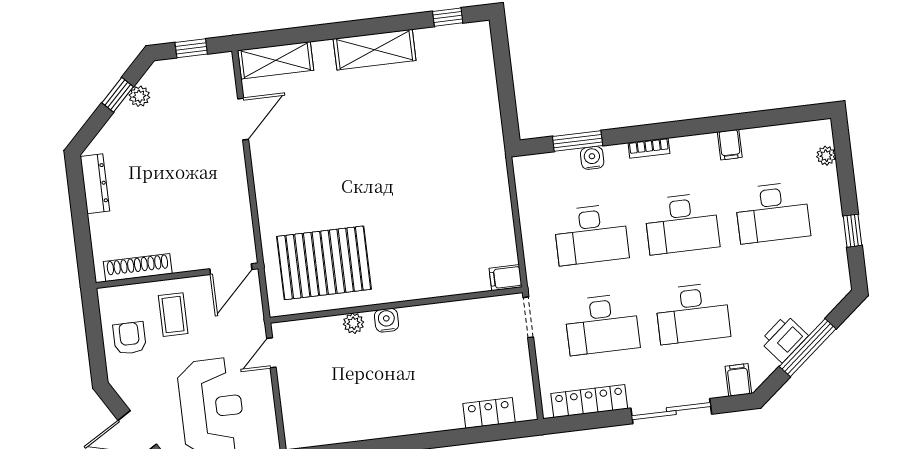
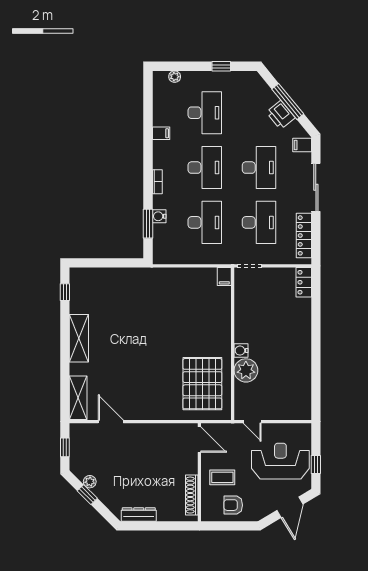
plant: (354, 323) -> (246, 370), width x1.87, depth x1.87
locker: (489, 413) -> (304, 282), moved

